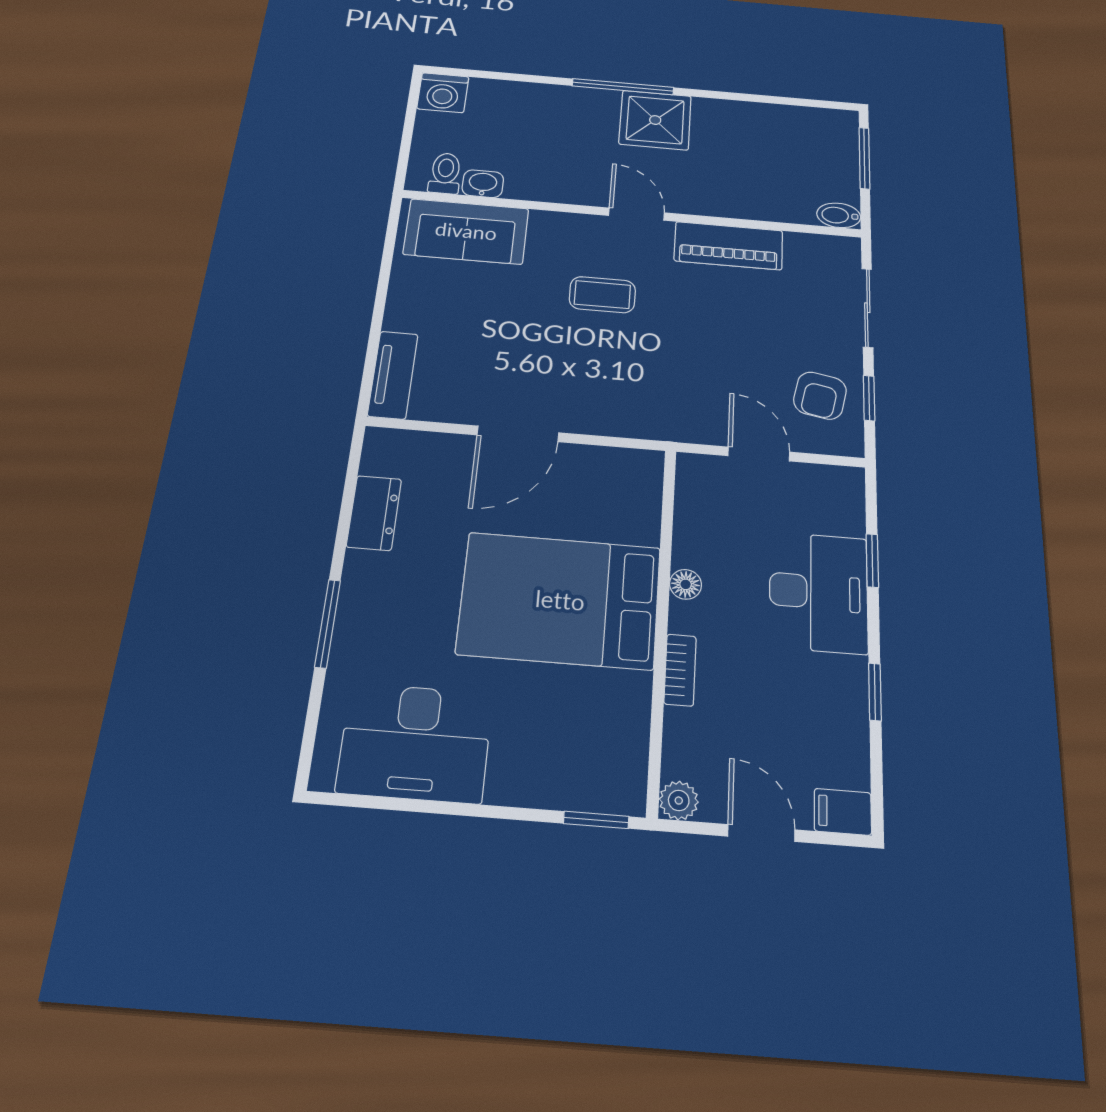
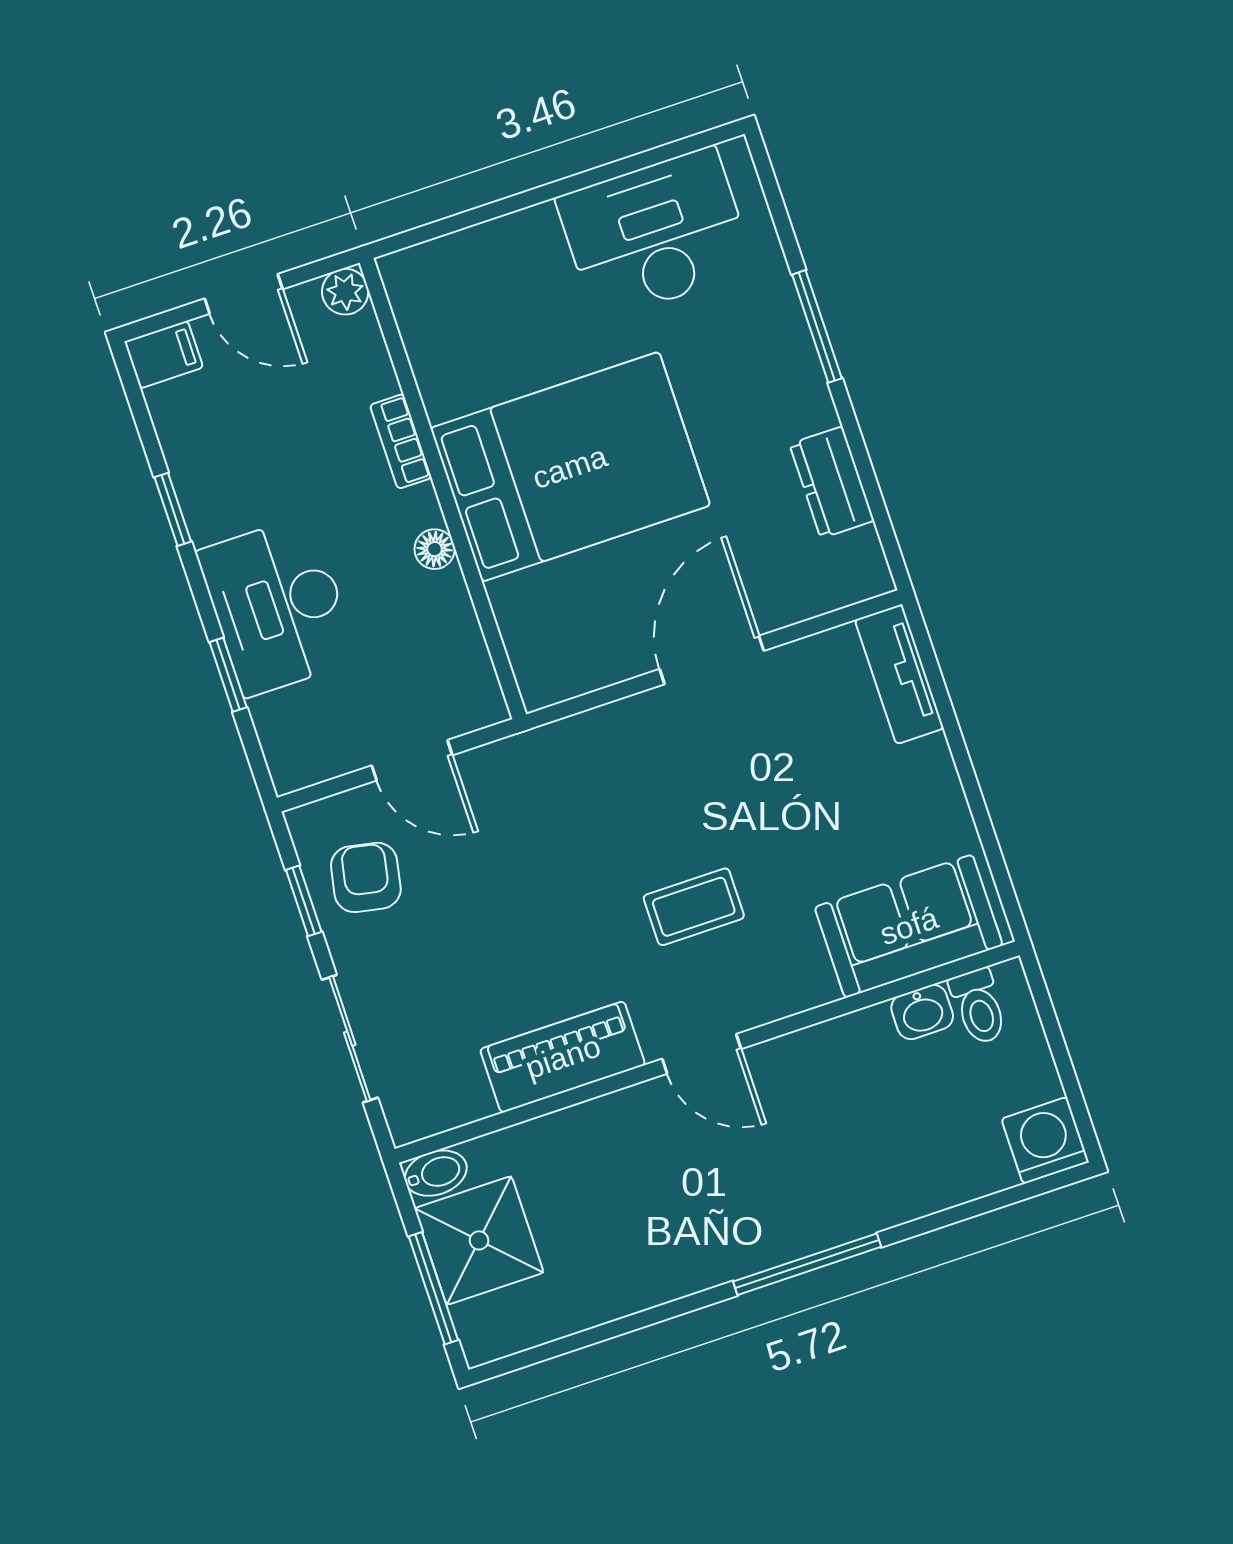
shower: (655, 120) -> (479, 1240), moved
window: (596, 820) -> (425, 233), removed

